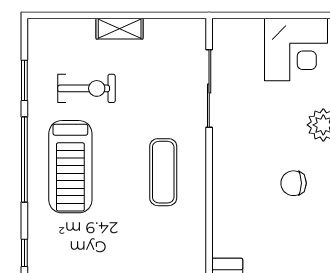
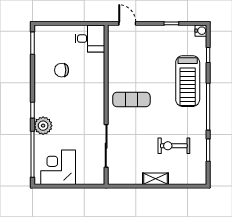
treadmill: (70, 167) -> (188, 81), moved, turned 180
exercise mat: (163, 172) -> (131, 100), turned 90
chair: (294, 183) -> (62, 70), moved, turned 180

